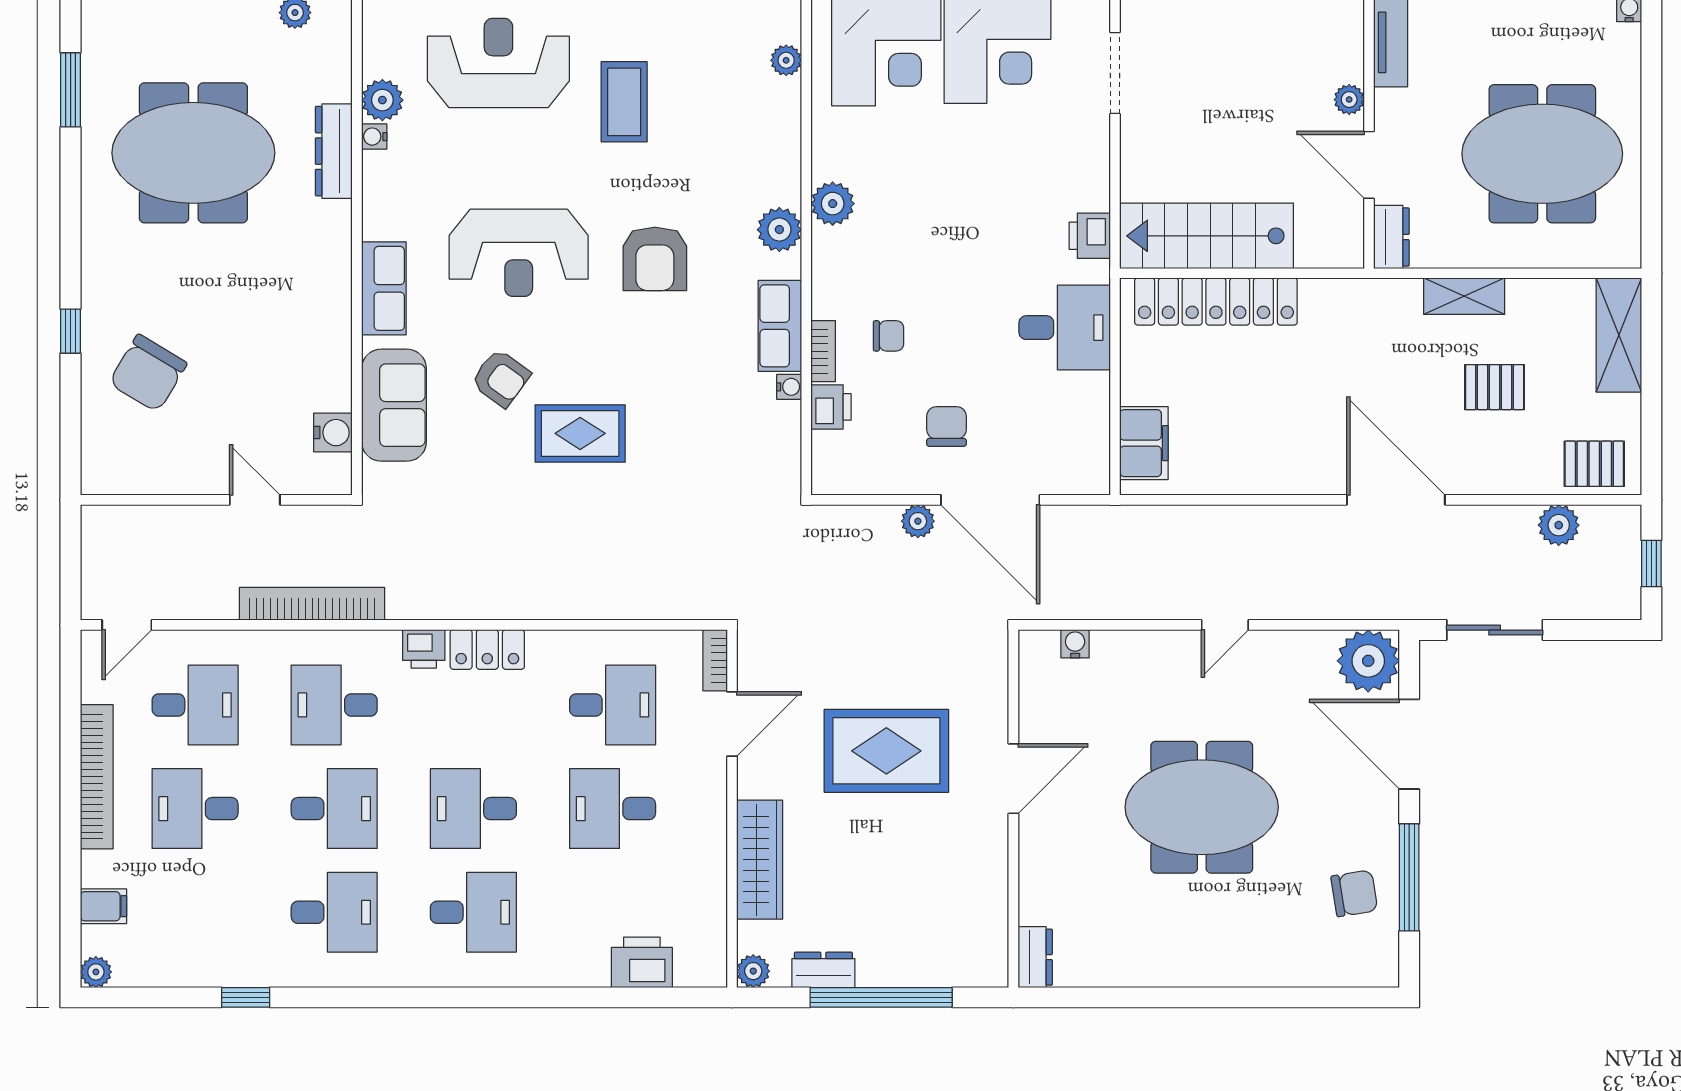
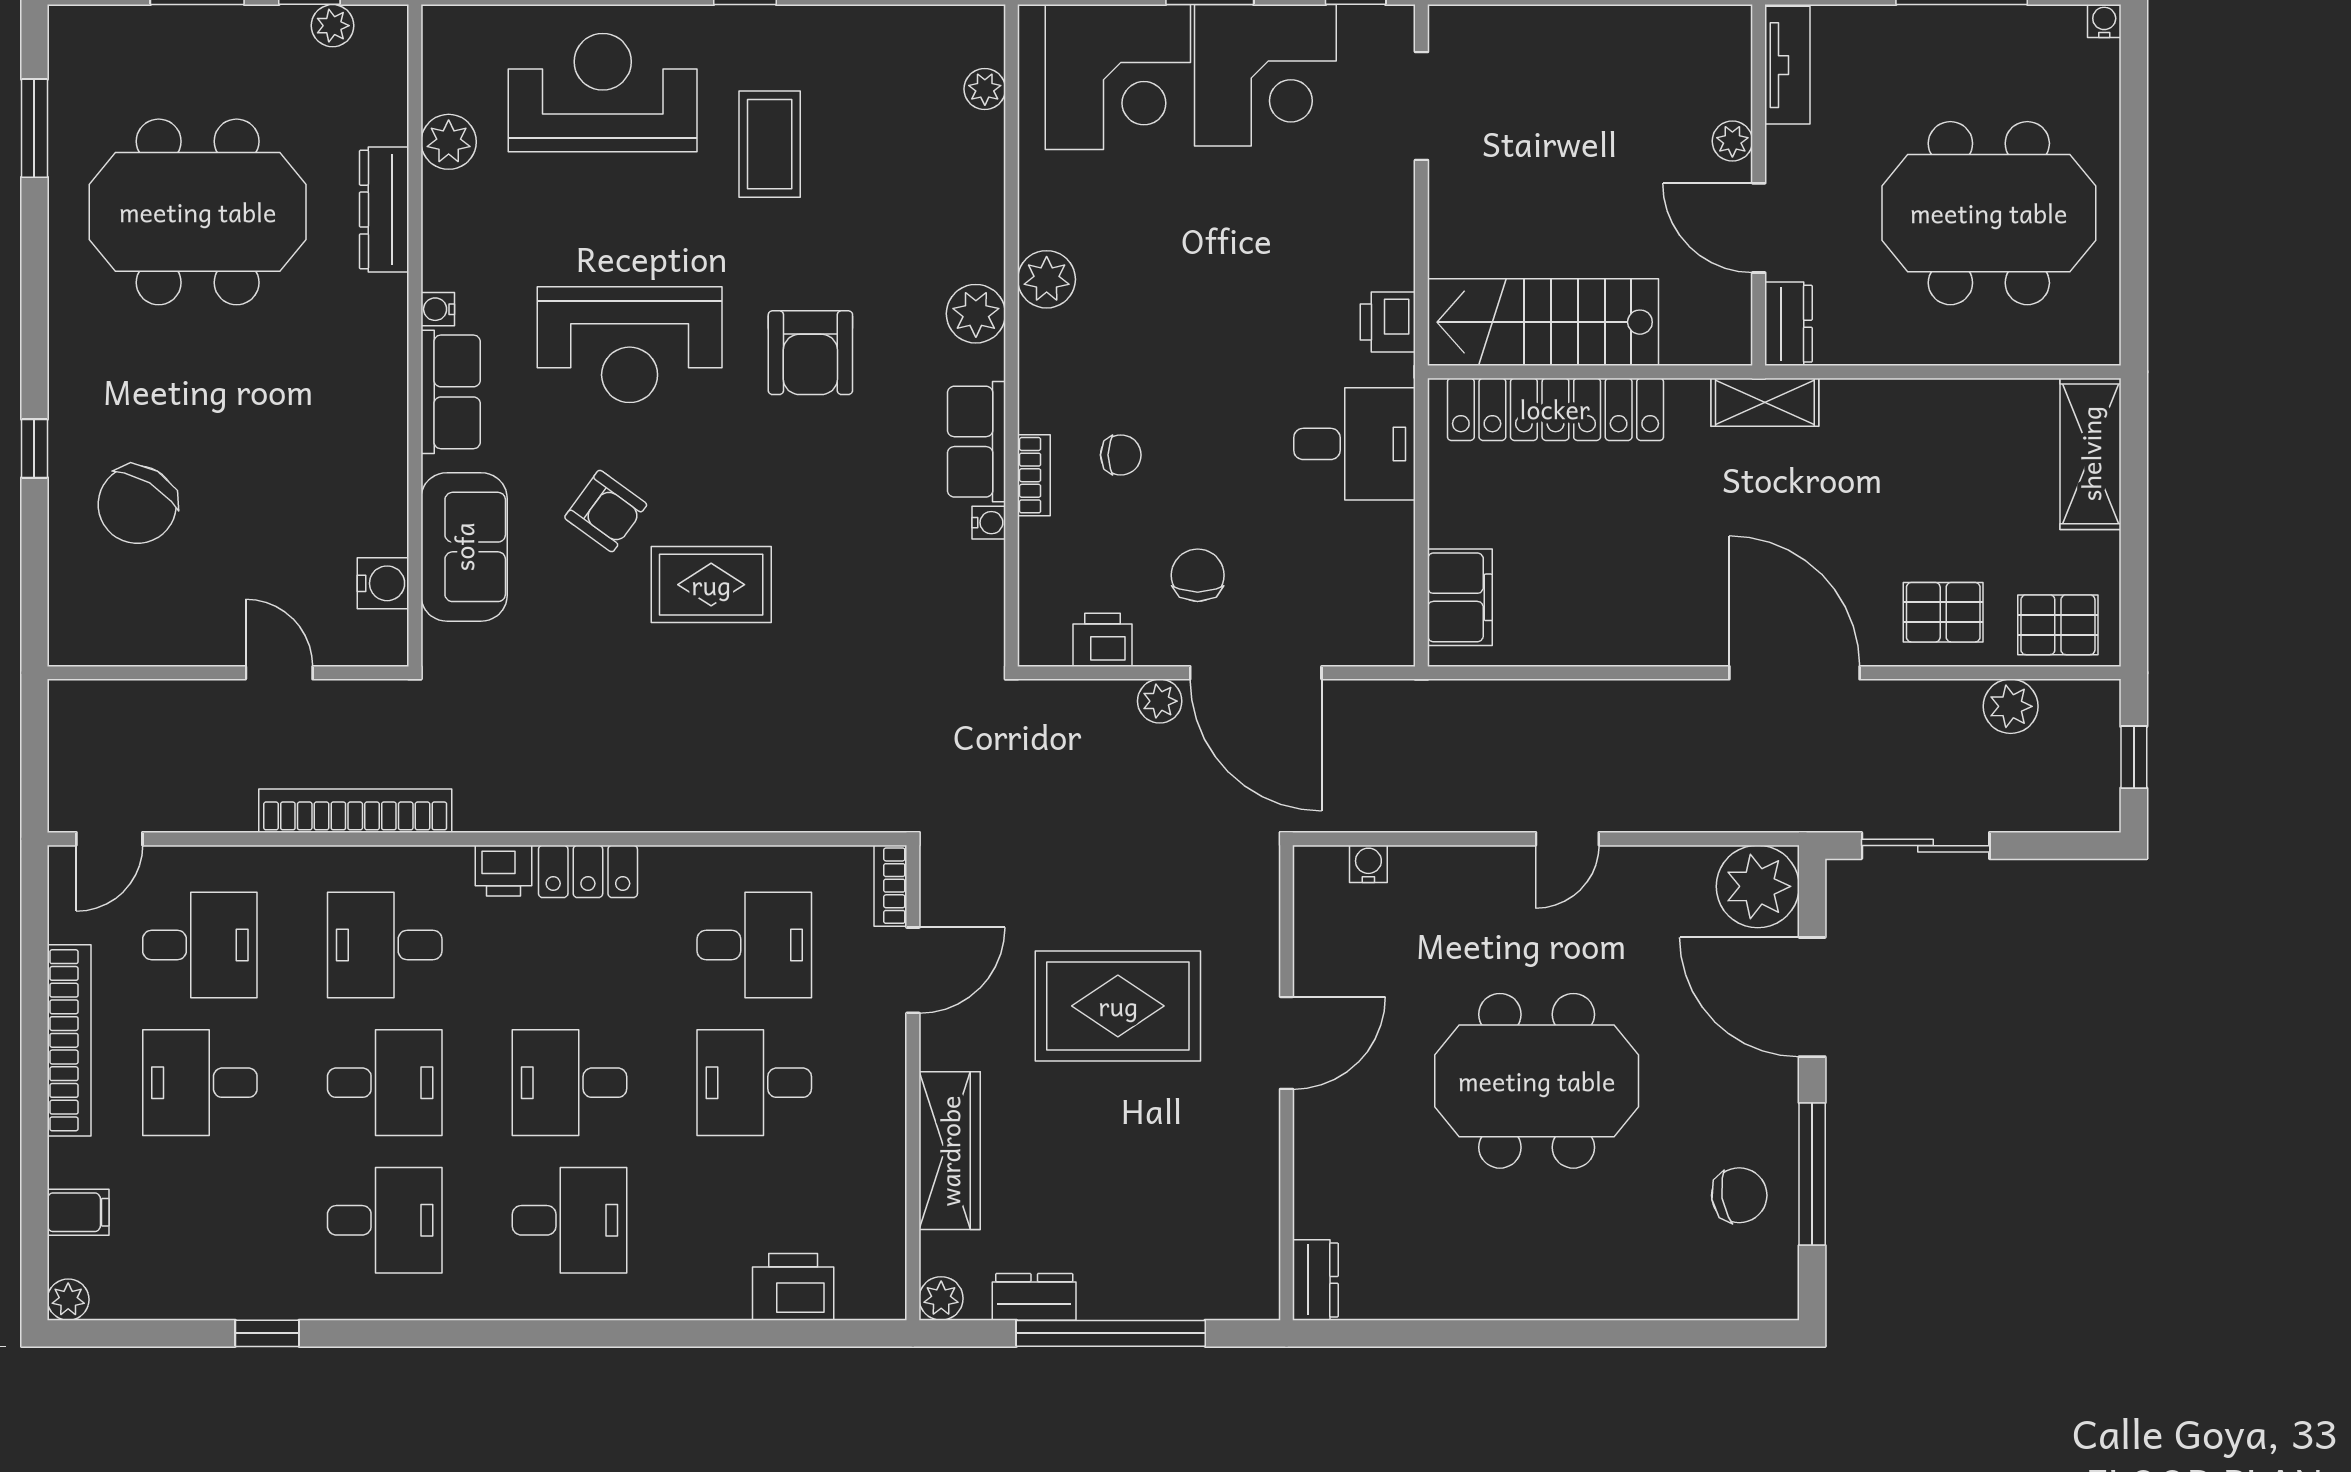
water cooler: (374, 137) -> (438, 309), moved
shelving: (1464, 296) -> (1765, 402), moved
pallet: (1495, 387) -> (1943, 612), moved
printer: (831, 407) -> (1103, 640), moved, turned -90

